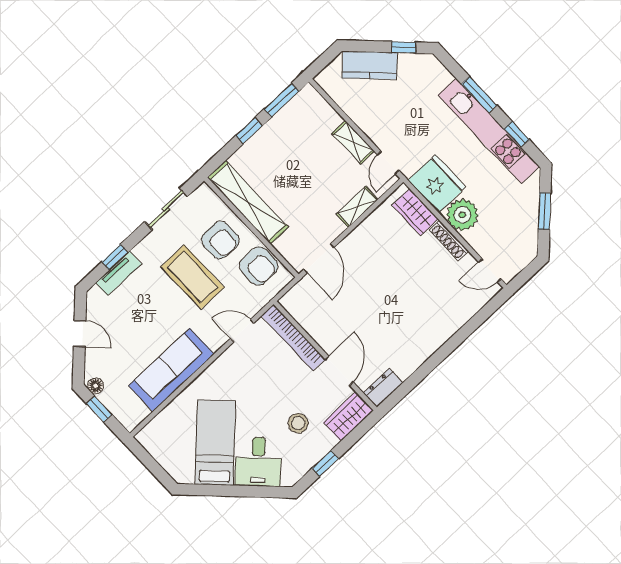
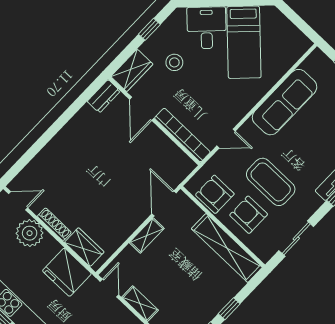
shelving: (357, 207) -> (147, 235), moved
plant: (462, 215) -> (30, 233), moved

